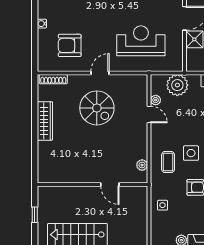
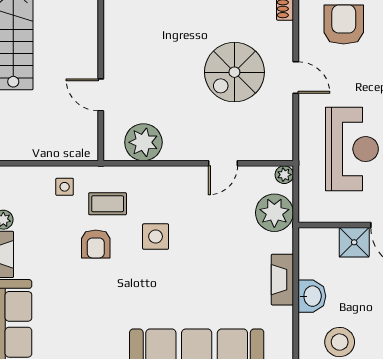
plant: (156, 100) -> (284, 175), moved
coffee table: (168, 162) -> (108, 204), moved
plant: (142, 165) -> (143, 142), width x1.88, depth x1.88
door: (110, 185) -> (101, 95), hinge flipped

